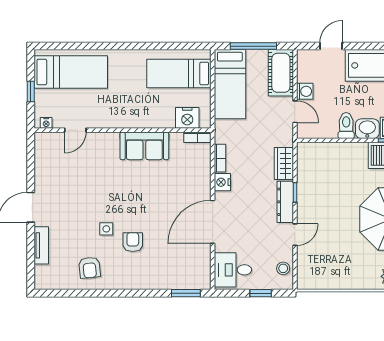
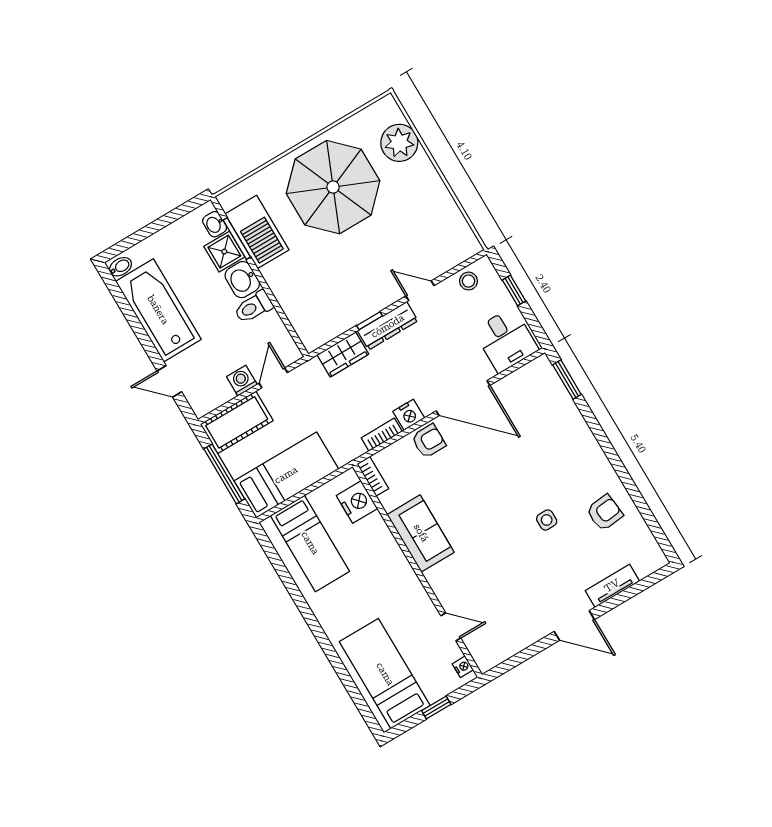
armchair: (133, 242) -> (429, 441), moved, turned 180

